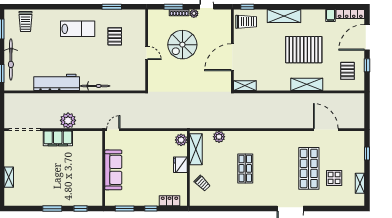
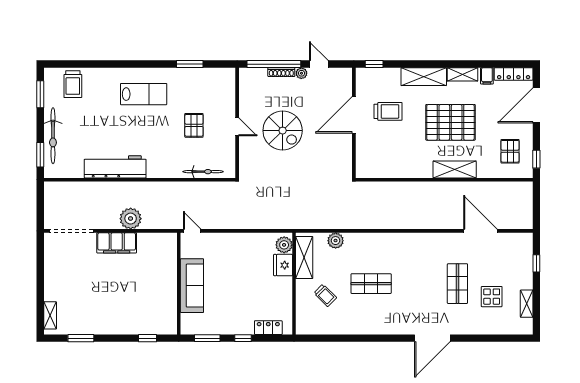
window: (174, 7) -> (274, 64), width x2.11
trolley: (246, 22) -> (388, 111), moved
pallet: (115, 36) -> (194, 125), moved
spiral stairs: (182, 45) -> (283, 131), moved, turned -90
door: (232, 57) -> (354, 115), moved
window: (367, 65) -> (536, 159), moved
bicycle: (95, 86) -> (203, 172), moved
shelving: (245, 86) -> (463, 74), moved
door: (113, 130) -> (192, 231), hinge flipped
fridge: (180, 165) -> (283, 265), moved
shop shelf: (245, 168) -> (371, 284), turned 90
shop shelf: (309, 168) -> (457, 284), width x0.70, depth x0.74
shelving: (9, 177) -> (50, 315), moved
trolley: (202, 183) -> (325, 295), moved
window: (52, 209) -> (81, 338), moved

